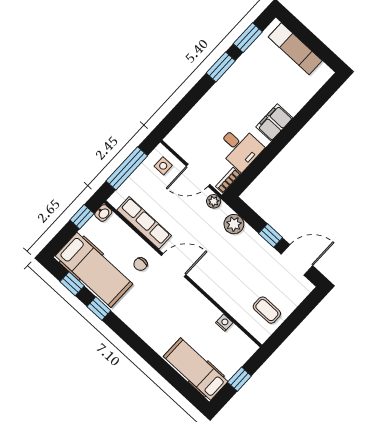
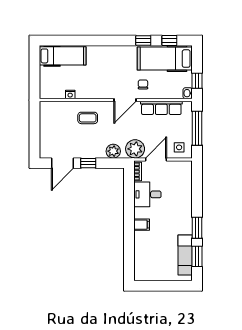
exam couch: (295, 49) -> (185, 255), moved, turned -90
filing cabinet: (274, 122) -> (142, 225), width x0.50
plant: (214, 201) -> (135, 149), width x1.88, depth x1.88
coffee table: (267, 310) -> (88, 118), moved
window: (239, 379) -> (34, 72), removed

